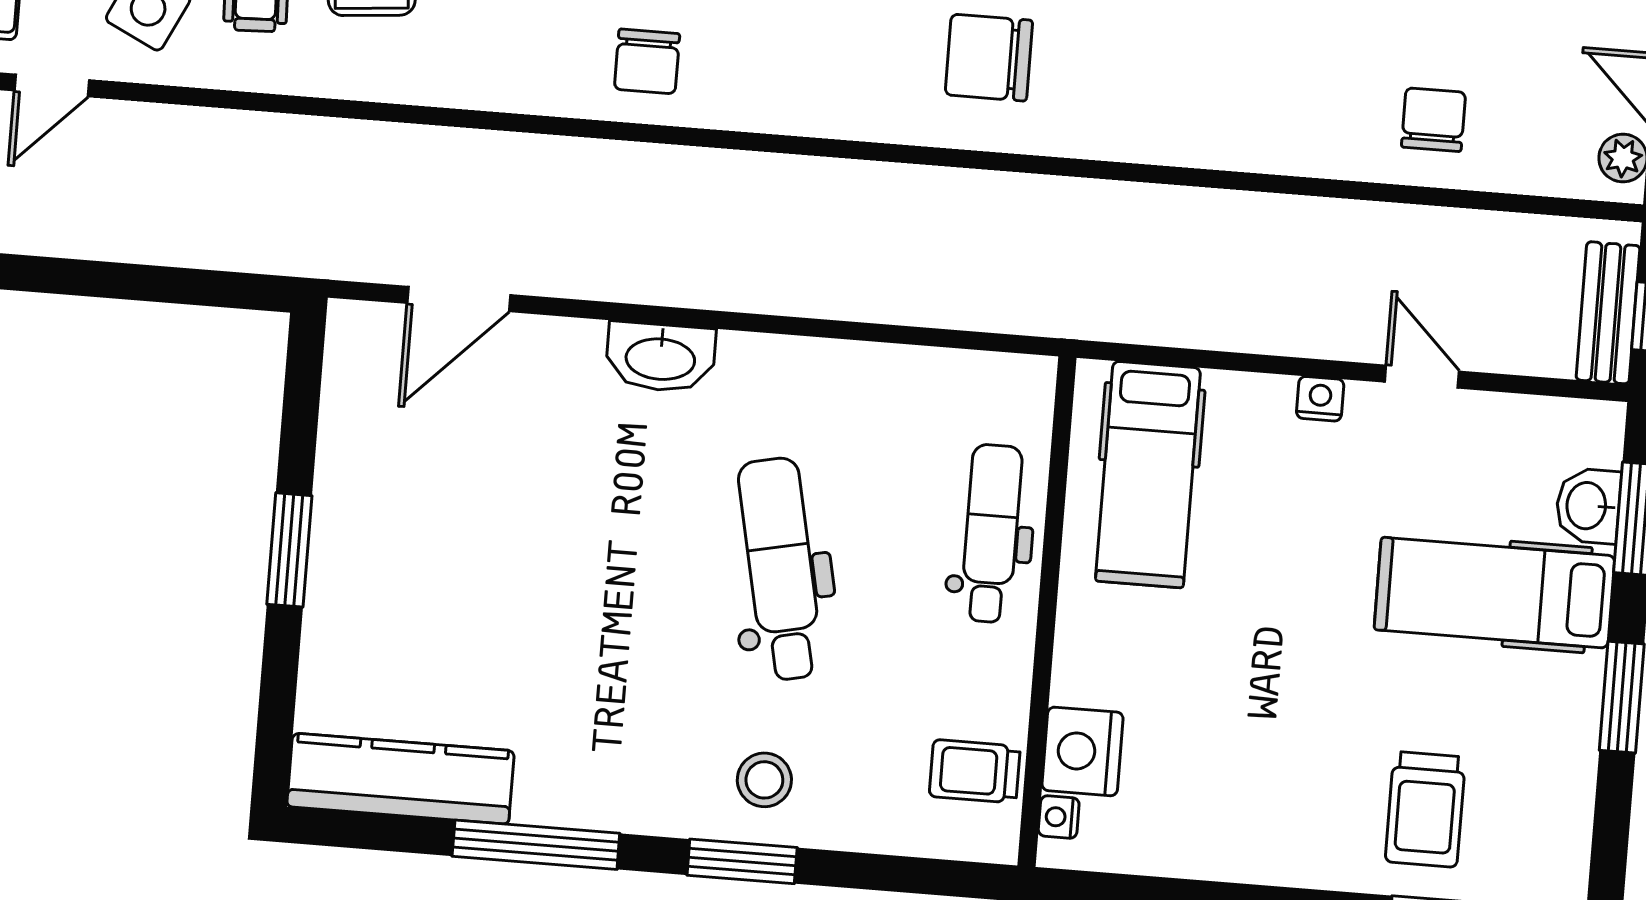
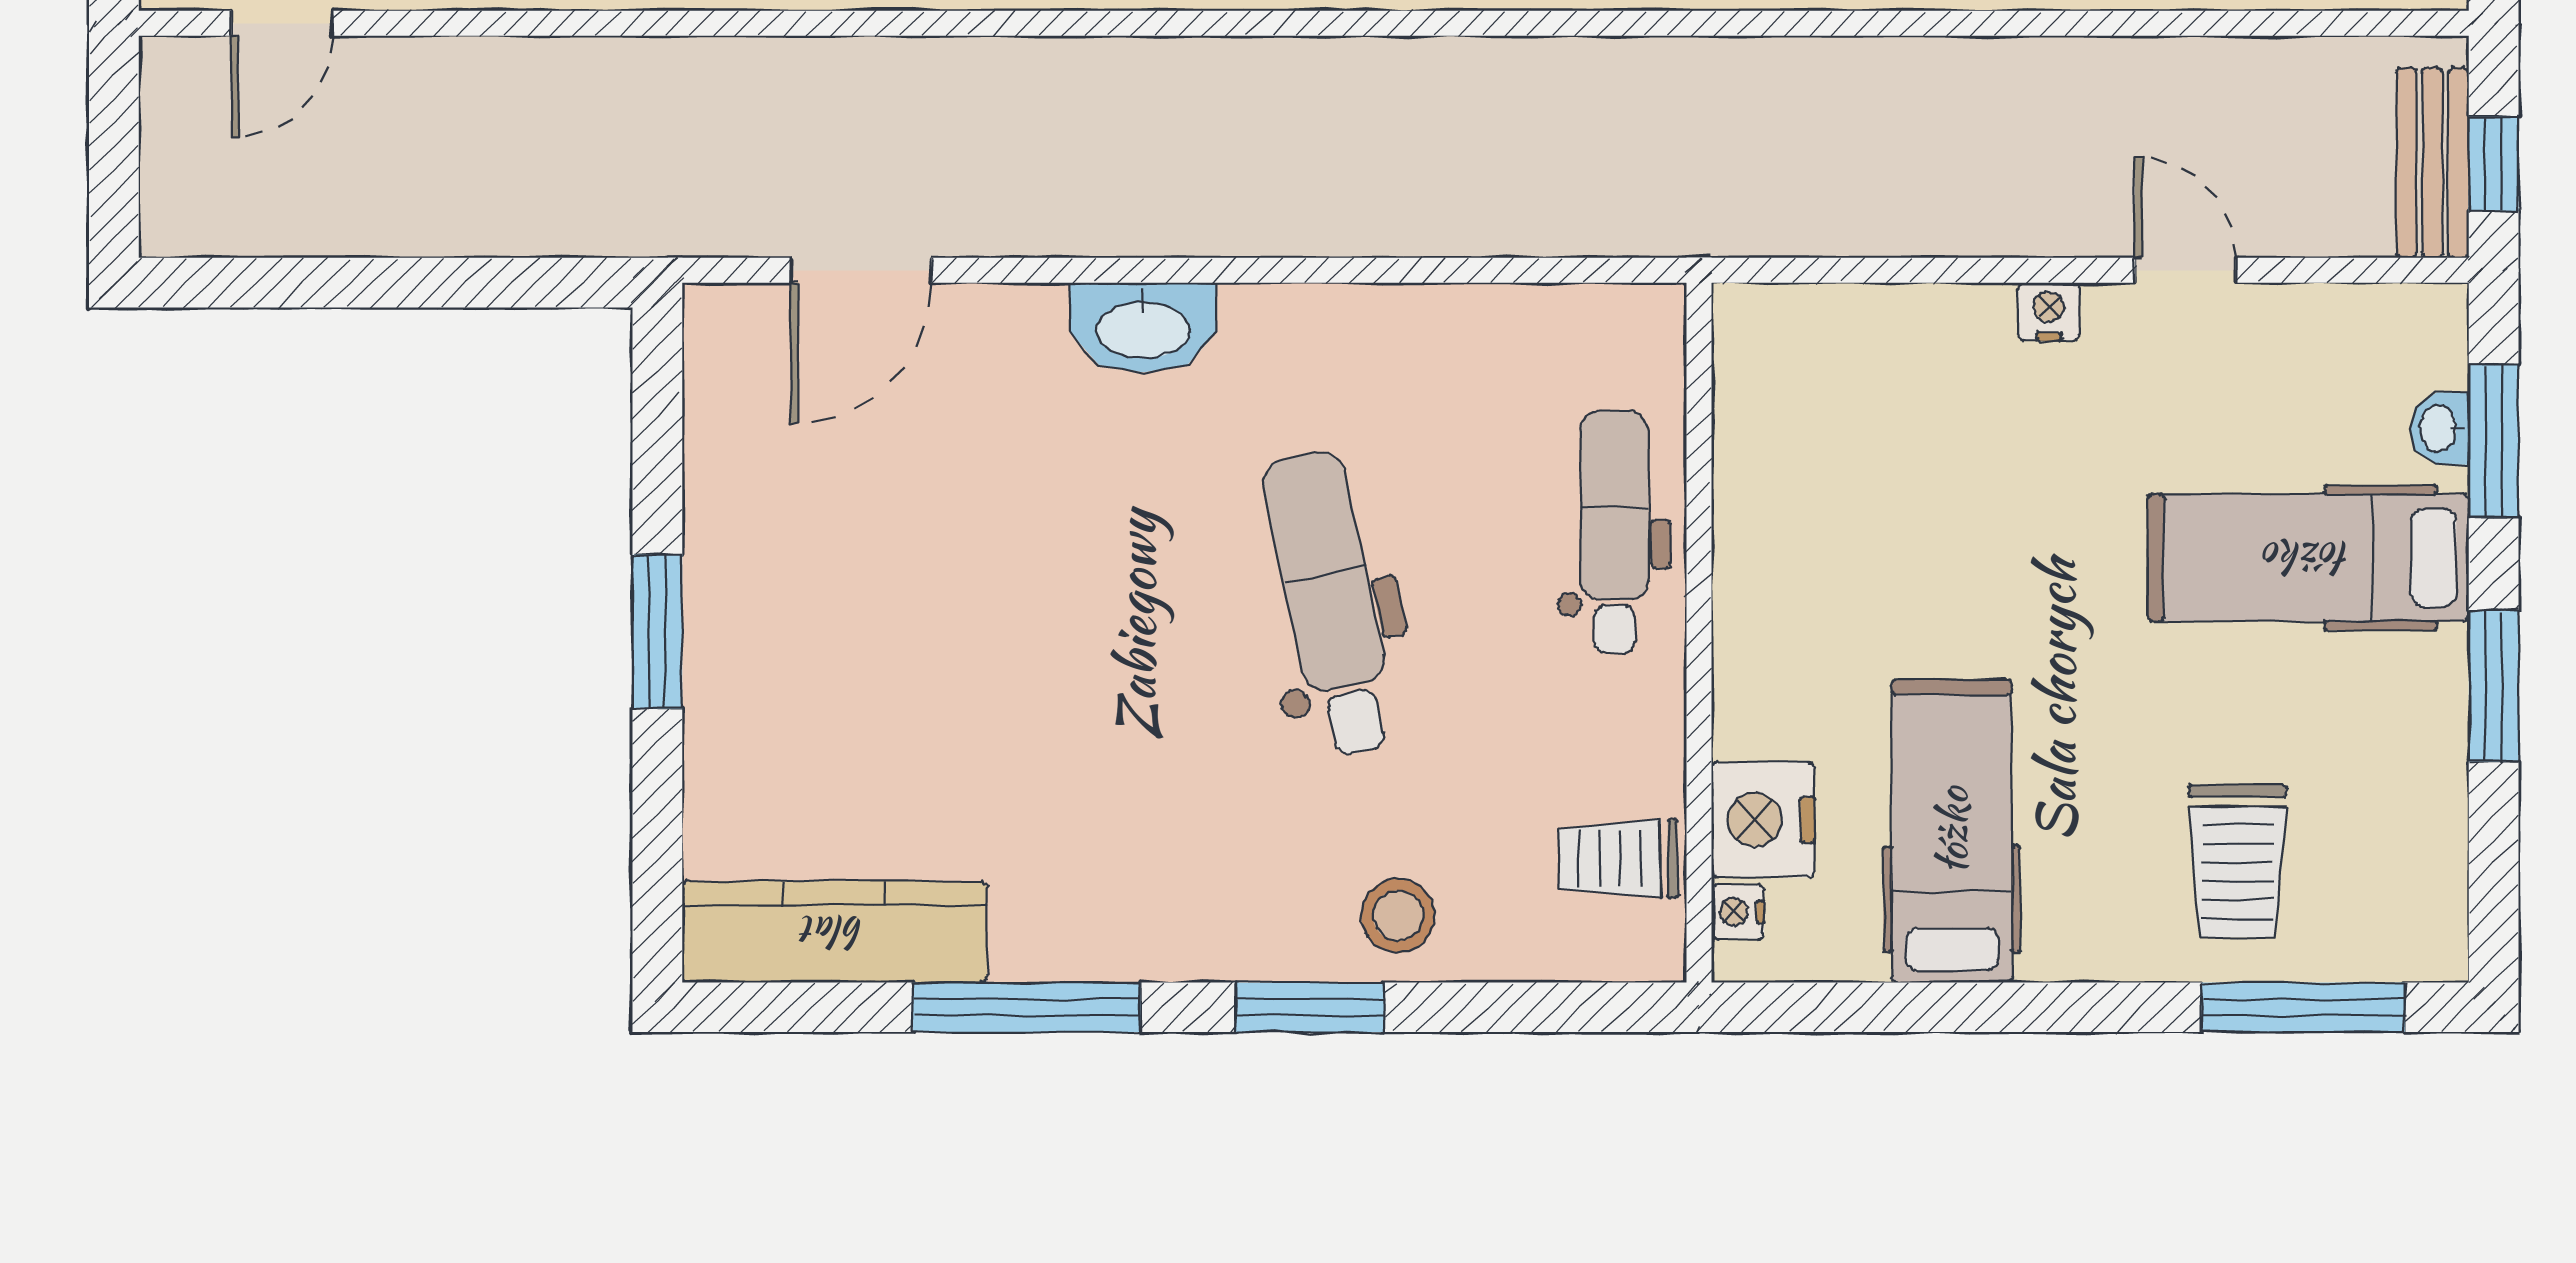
hospital bed: (1148, 474) -> (1952, 831), moved, turned 180
washbasin: (1588, 506) -> (2440, 429), width x0.72, depth x0.69
stool: (764, 780) -> (1398, 916), moved

